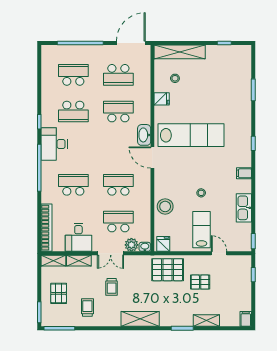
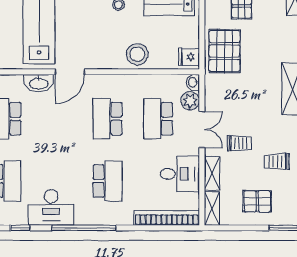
school desk: (73, 185) -> (107, 181), turned 180
trolley: (112, 287) -> (239, 143), moved

